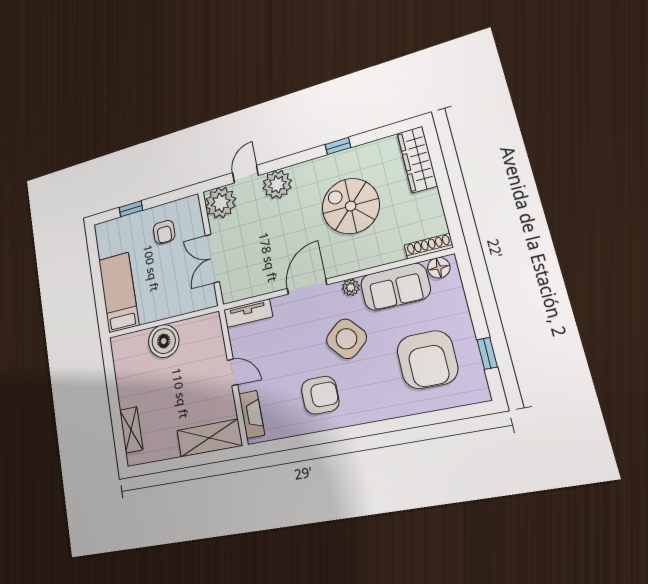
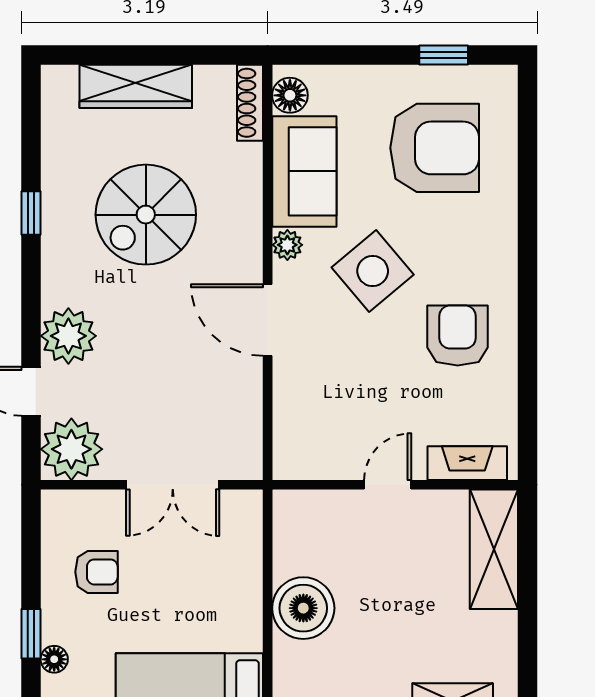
wardrobe: (417, 159) -> (136, 86), moved
floor lamp: (121, 223) -> (54, 659), added
tv unit: (248, 313) -> (289, 436), removed

